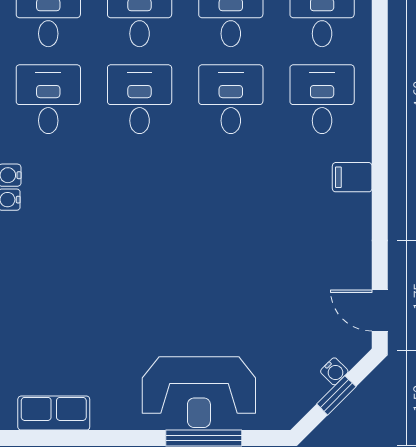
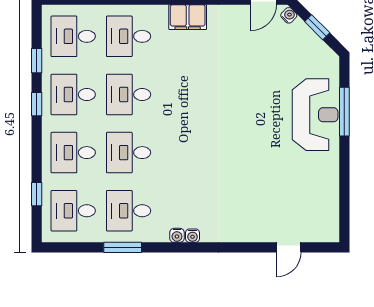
filing cabinet: (352, 177) -> (188, 17), width x2.00
water cooler: (334, 371) -> (289, 15), moved
row of seats: (54, 413) -> (329, 207), removed

